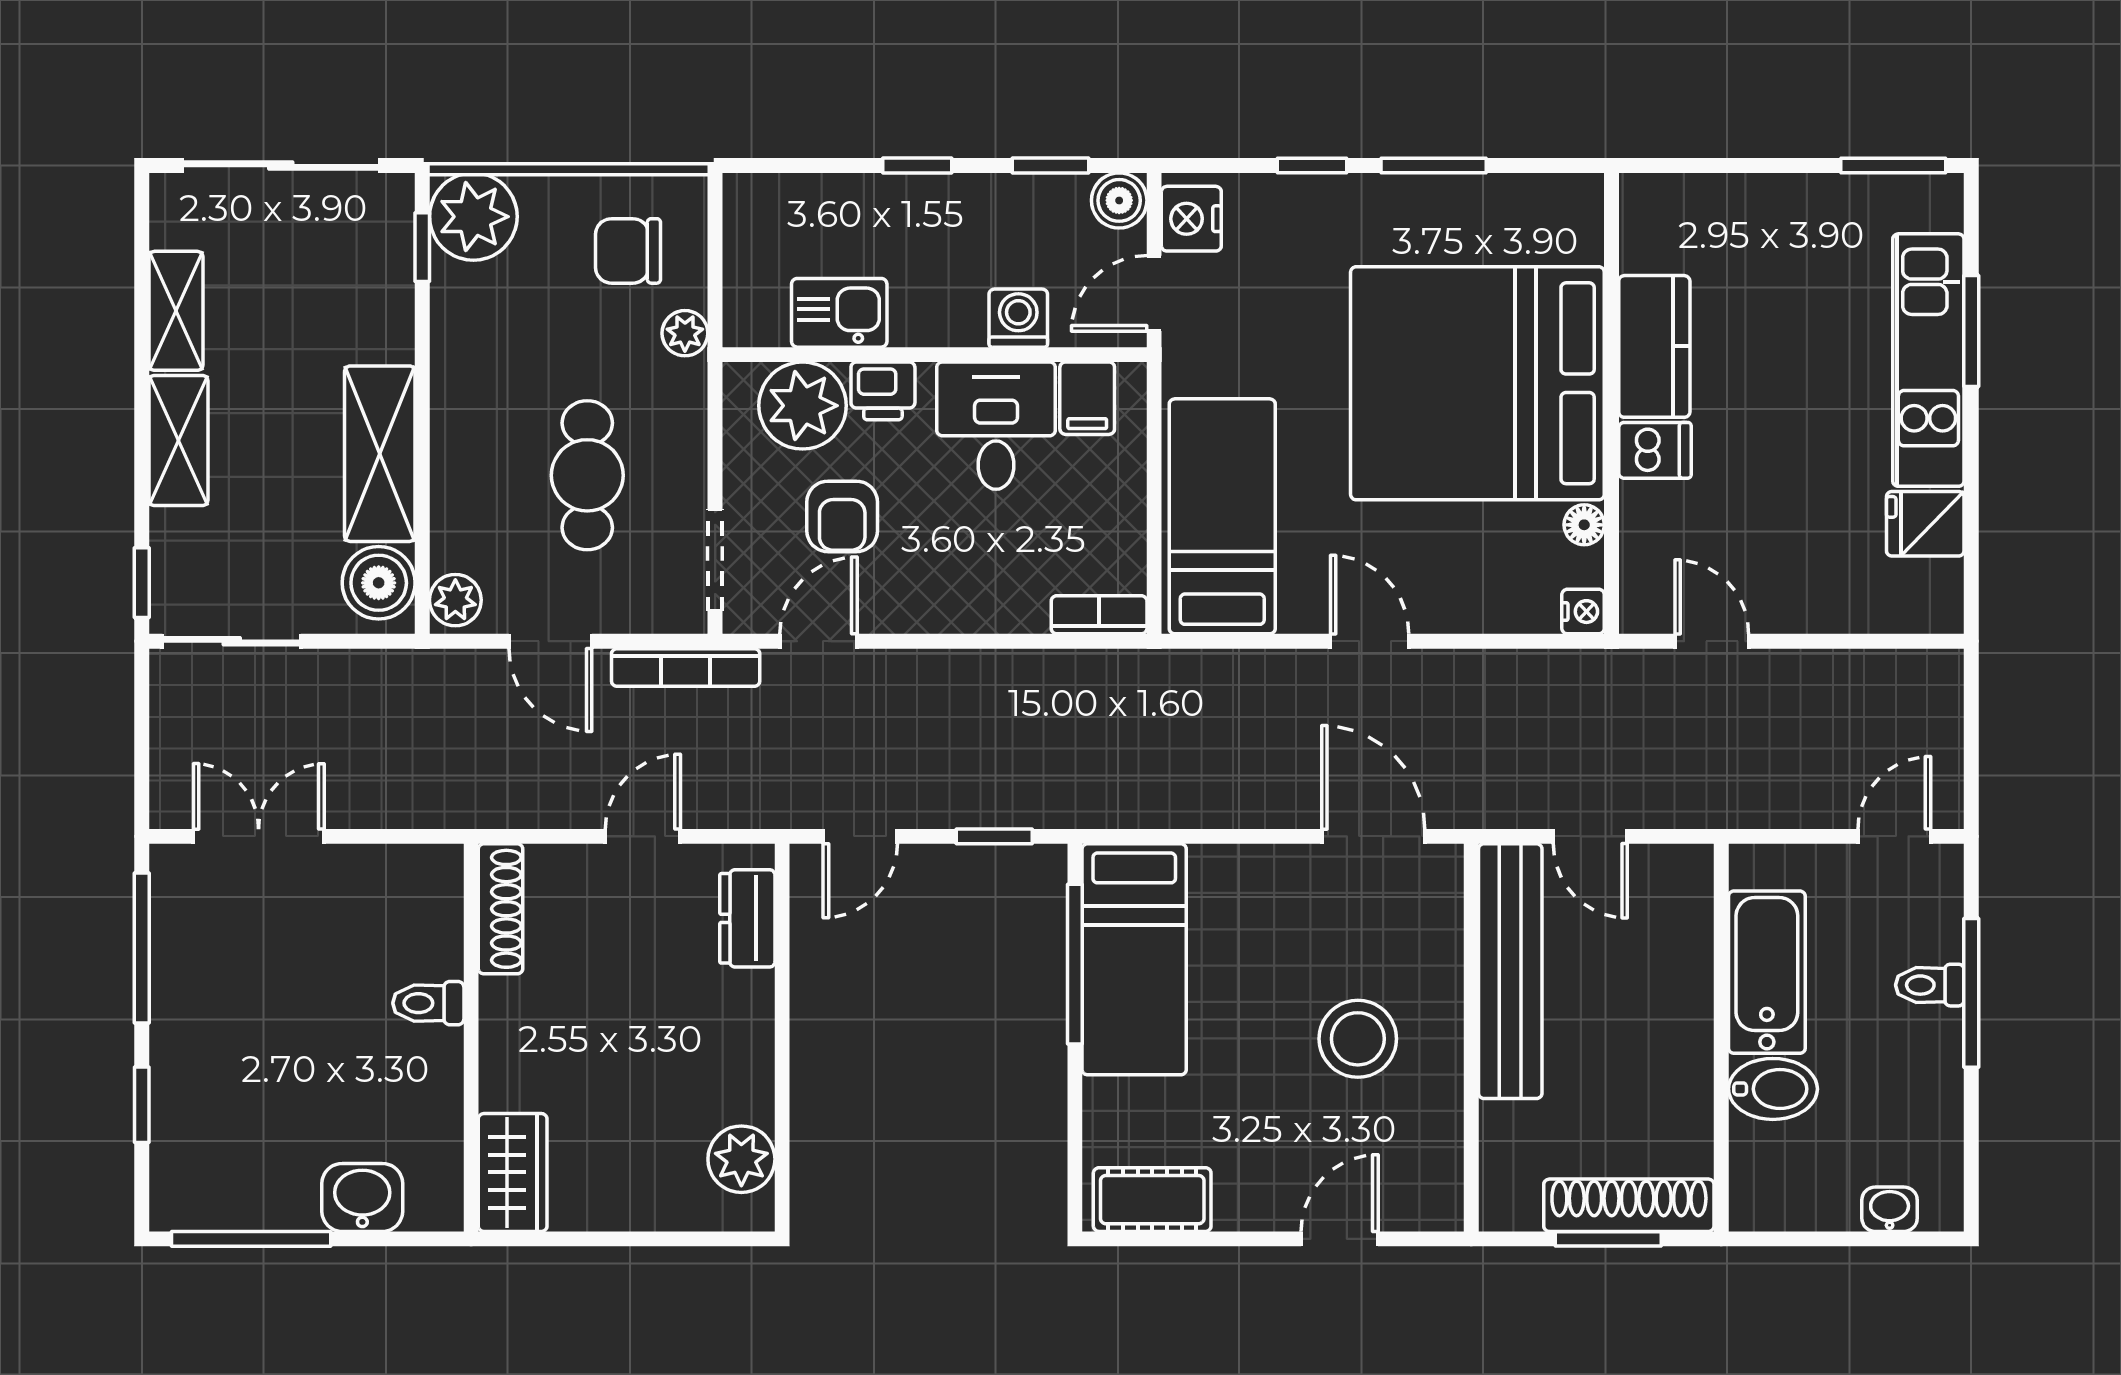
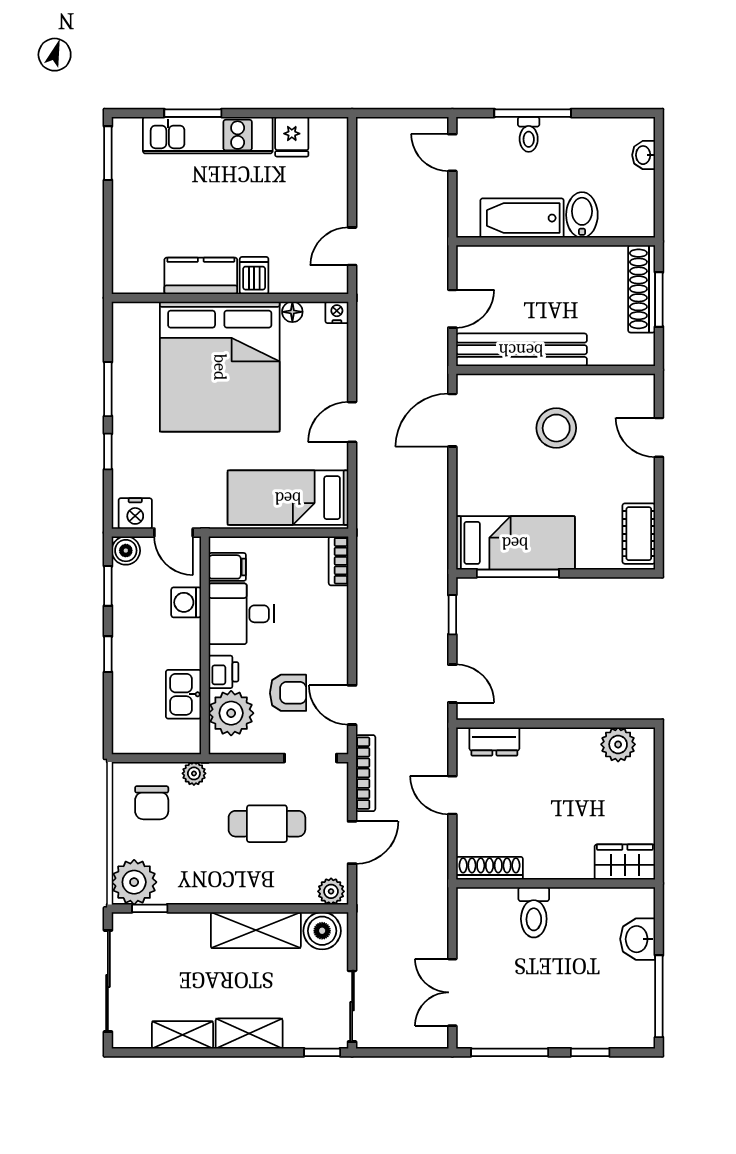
toilet: (428, 1003) -> (534, 912), width x1.37, depth x1.39

